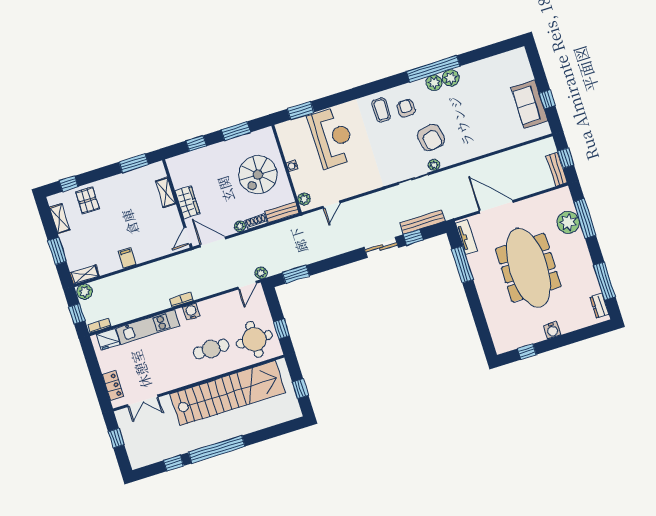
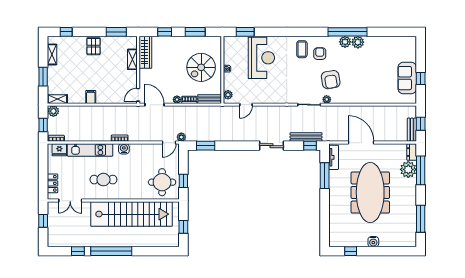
pallet: (88, 200) -> (94, 46), moved
wardrobe: (187, 202) -> (145, 52), moved, width x1.50
window: (413, 237) -> (310, 146), moved
dresser: (599, 306) -> (412, 152), moved
cafe table: (211, 349) -> (103, 180), moved

